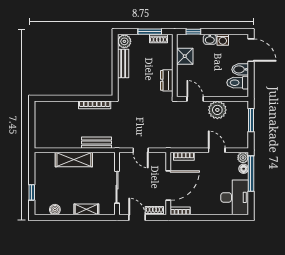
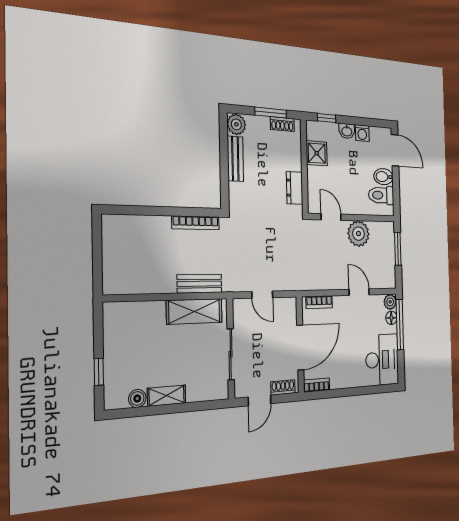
shelving: (74, 160) -> (194, 311), moved
shelving: (86, 209) -> (167, 396), moved
door: (137, 217) -> (260, 400), swing flipped

